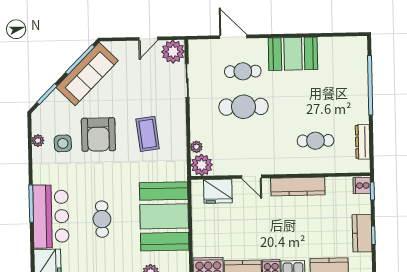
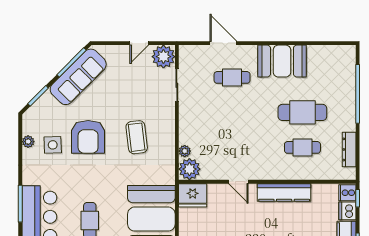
cafe table: (244, 107) -> (302, 112), moved
fridge: (218, 191) -> (193, 195), moved
dishwasher: (362, 204) -> (347, 211), added

